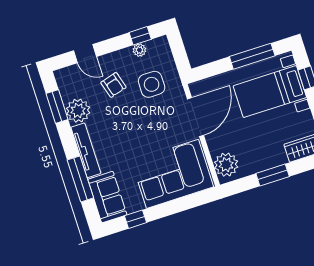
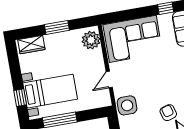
side table: (152, 84) -> (127, 105), moved
door: (196, 117) -> (109, 80), width x0.53

